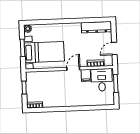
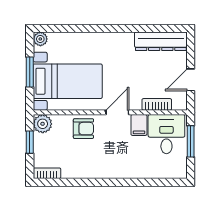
plant: (31, 77) -> (43, 124), added
armchair: (54, 79) -> (83, 129), added

